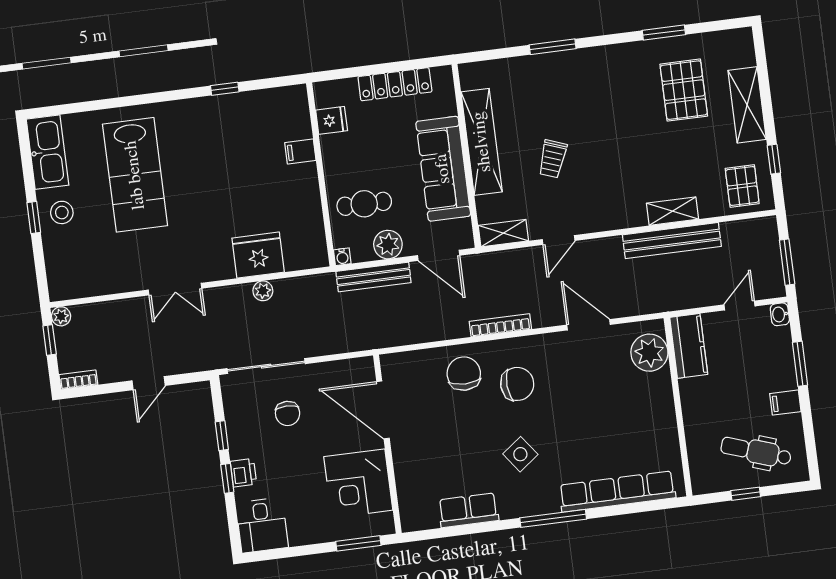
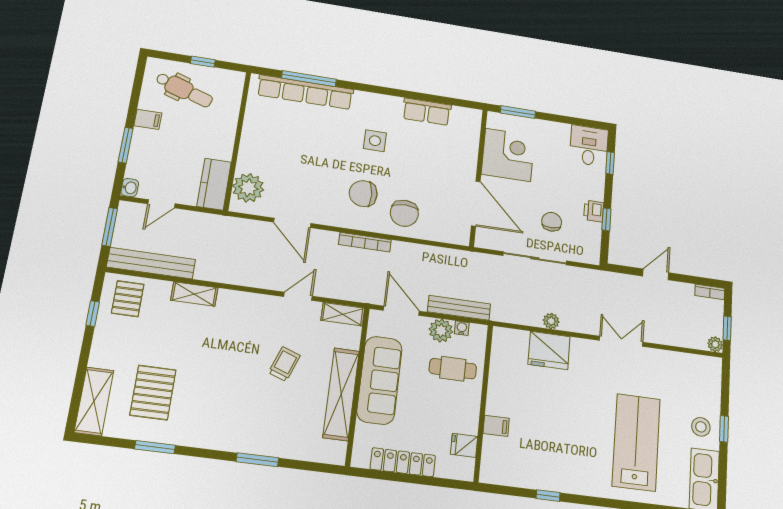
shelving: (747, 105) -> (94, 401), moved
bench: (672, 241) -> (151, 263), moved
water cooler: (342, 257) -> (462, 328), moved
sliding door: (266, 366) -> (535, 258), moved
side table: (520, 454) -> (375, 141), turned 37
printer: (243, 473) -> (594, 211), moved
window: (227, 478) -> (610, 163), moved
window: (553, 518) -> (309, 79), moved

